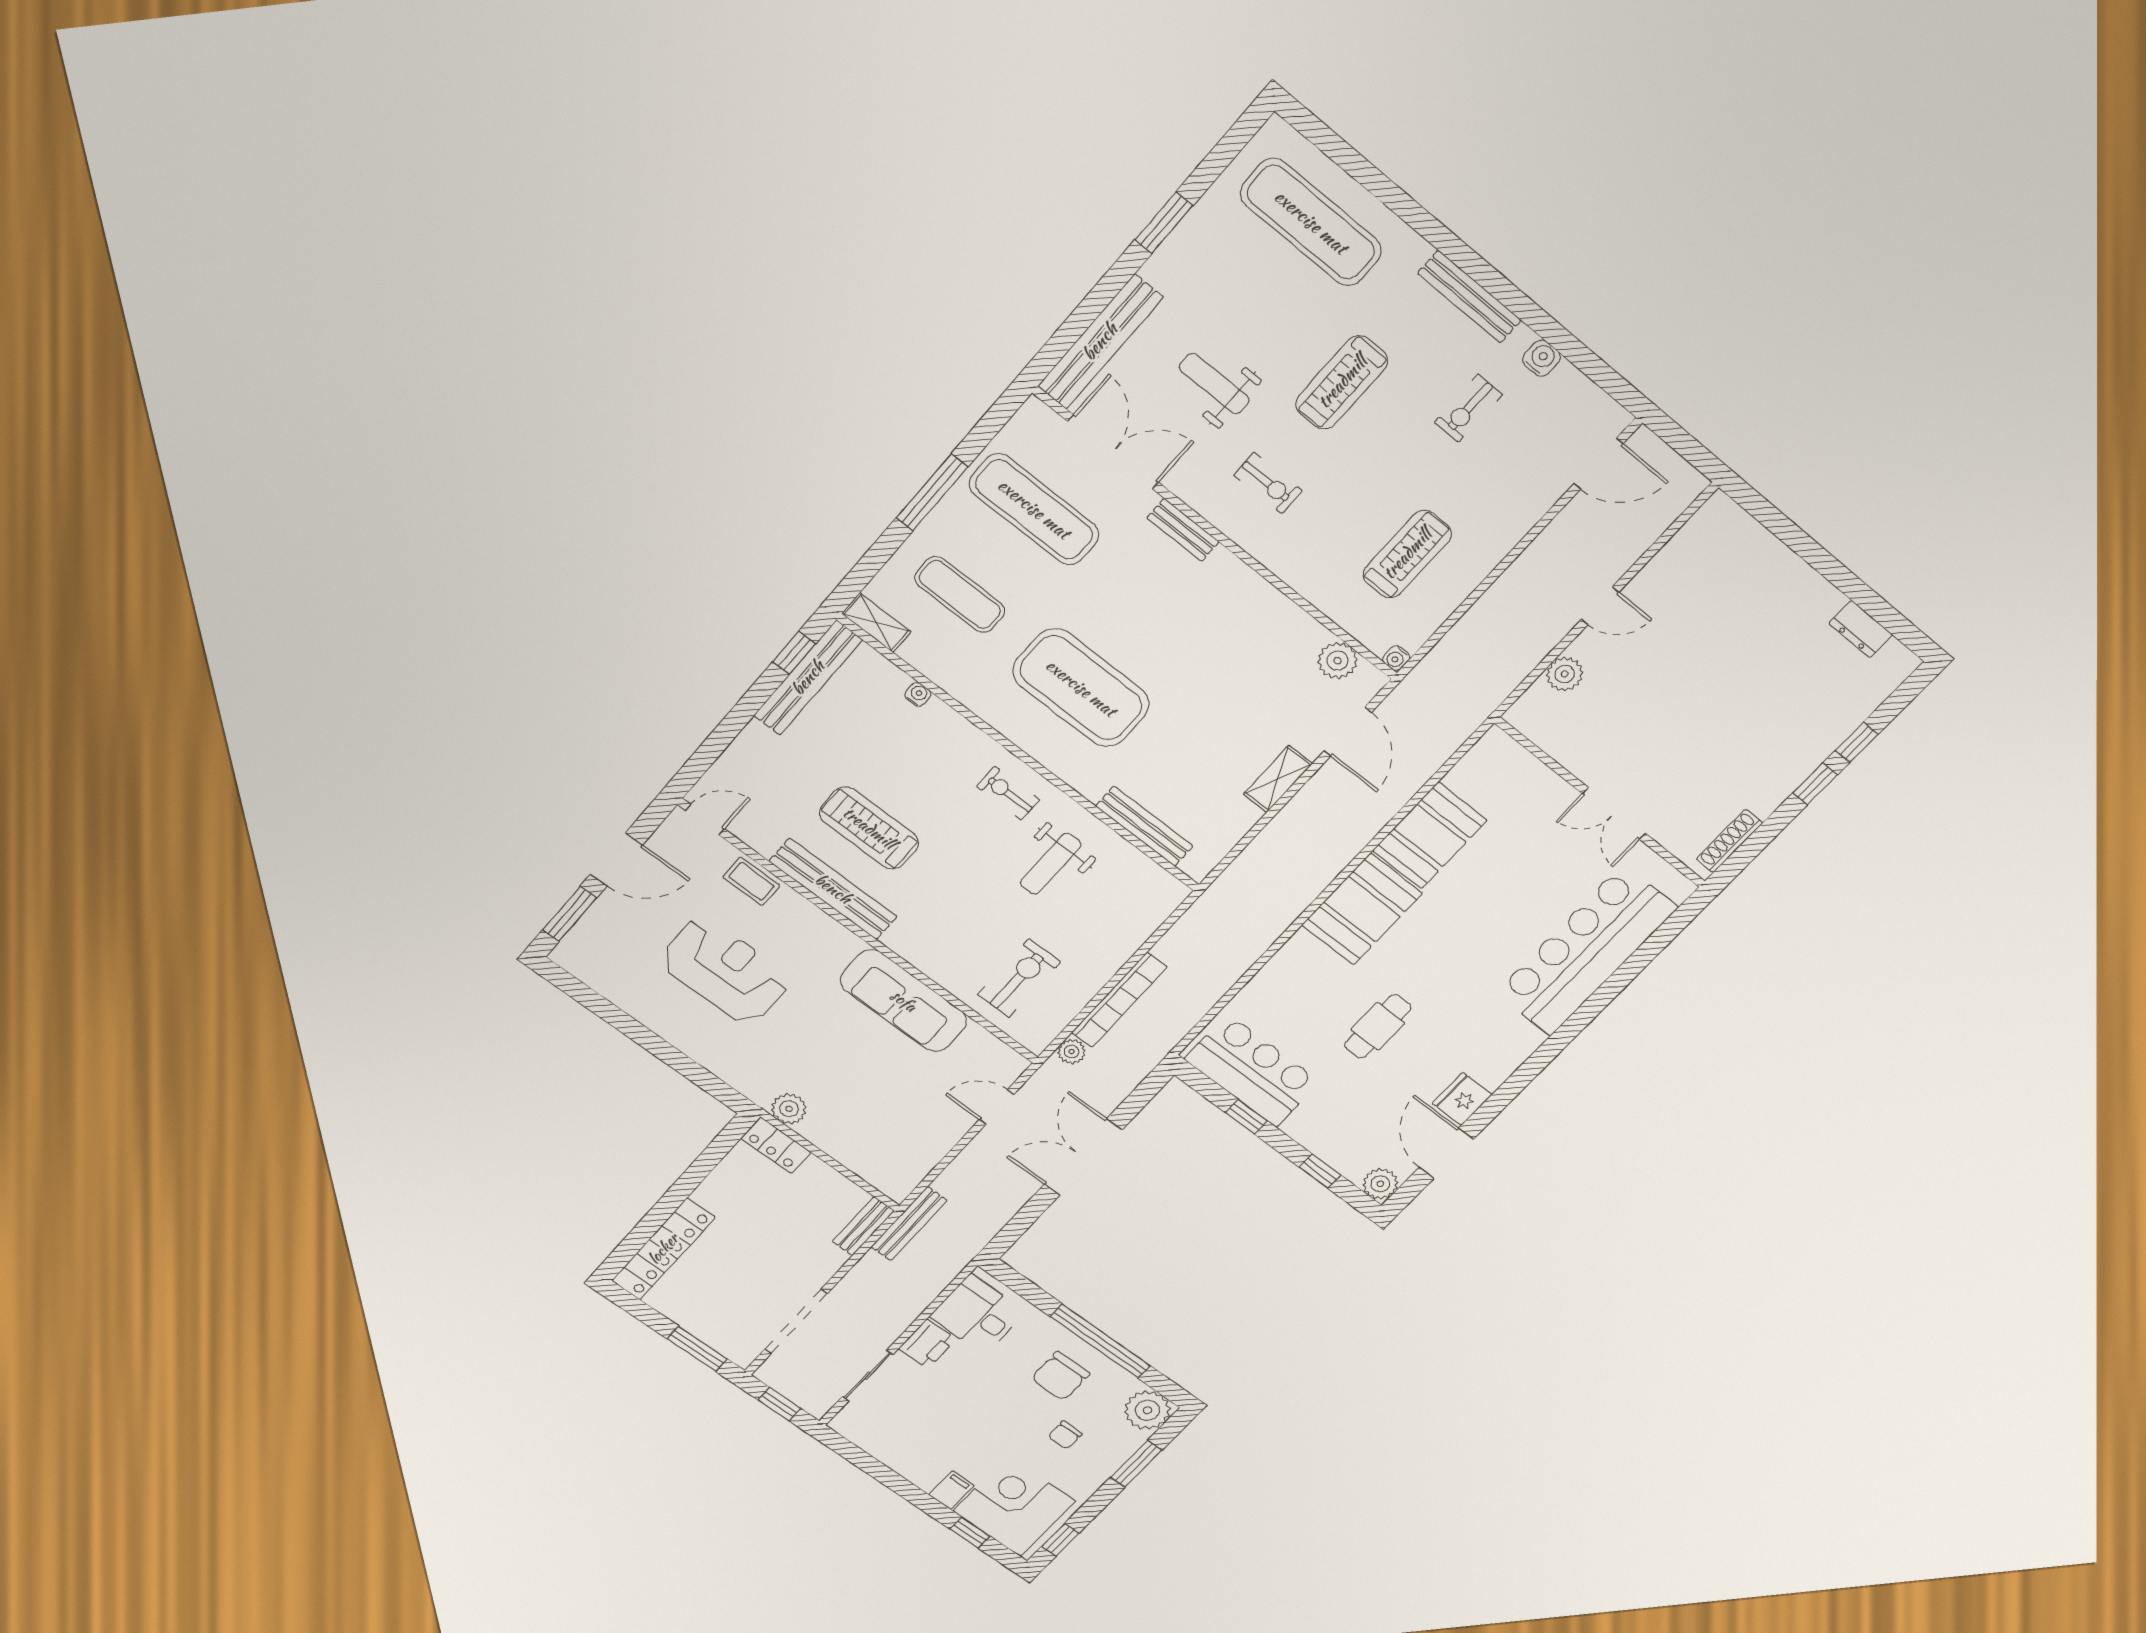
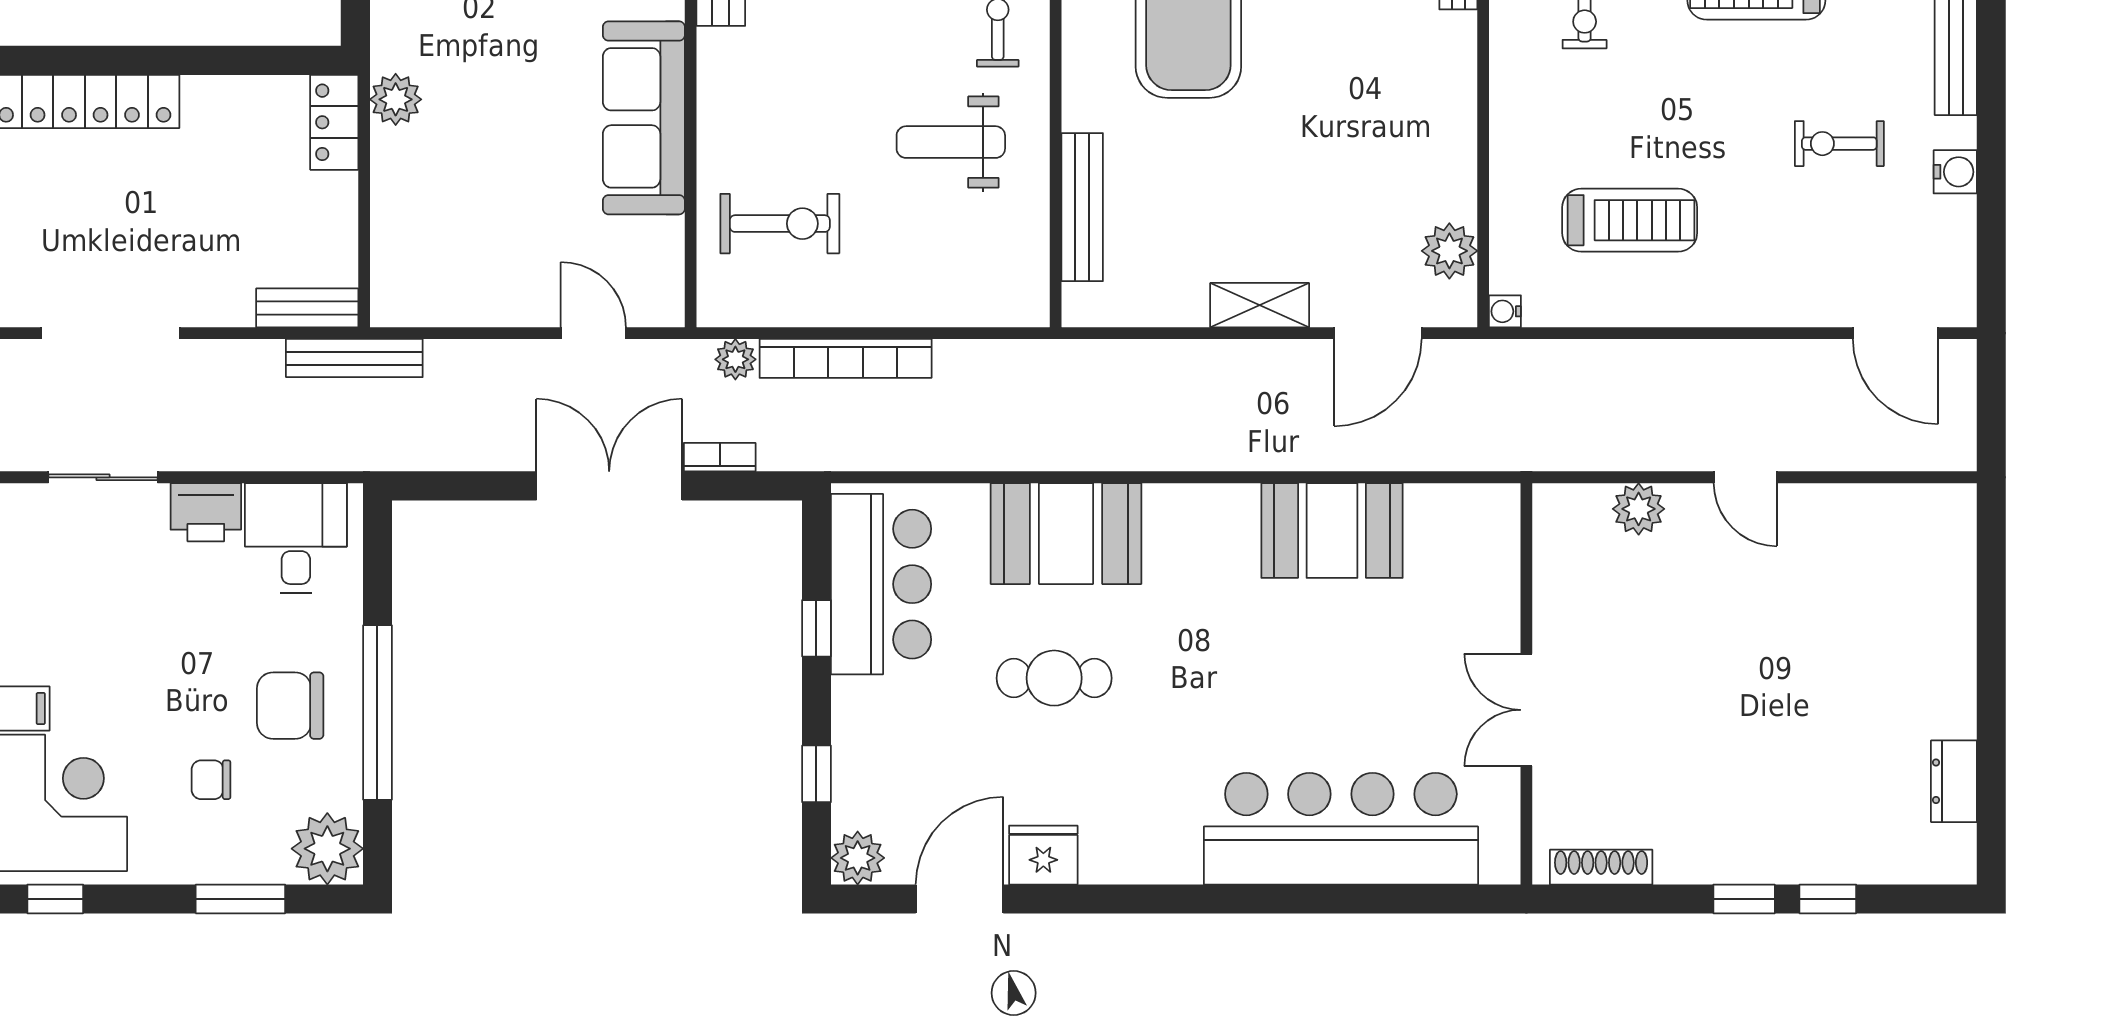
booth: (1362, 909) -> (1066, 534), moved
bookcase: (1116, 1096) -> (720, 457), added

